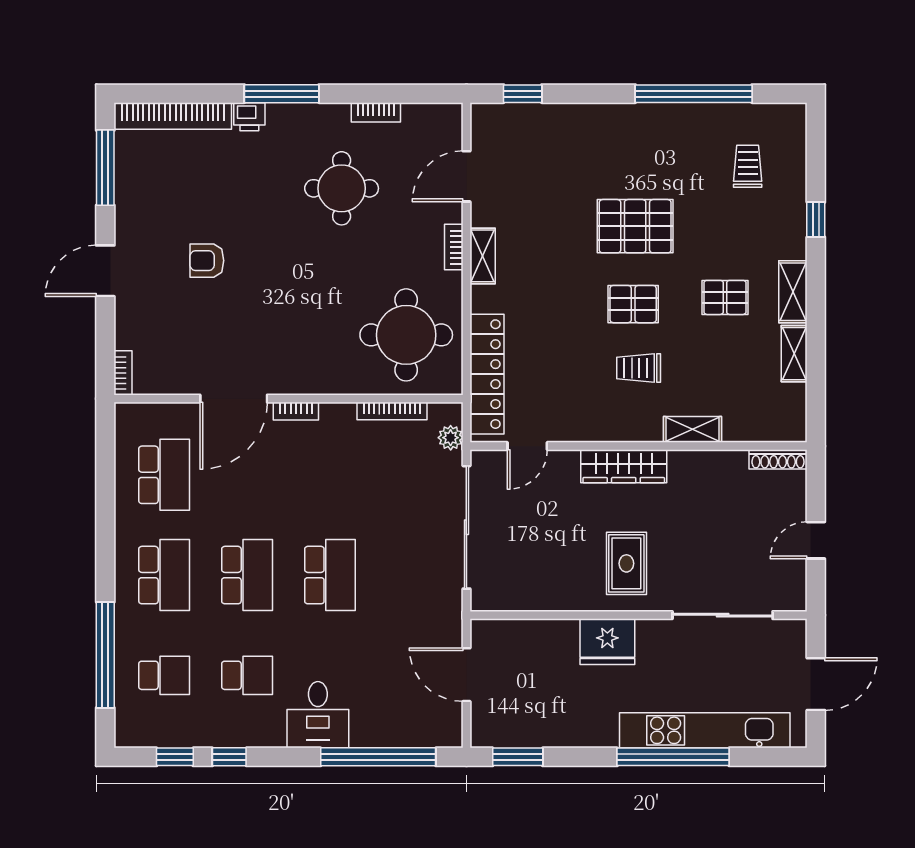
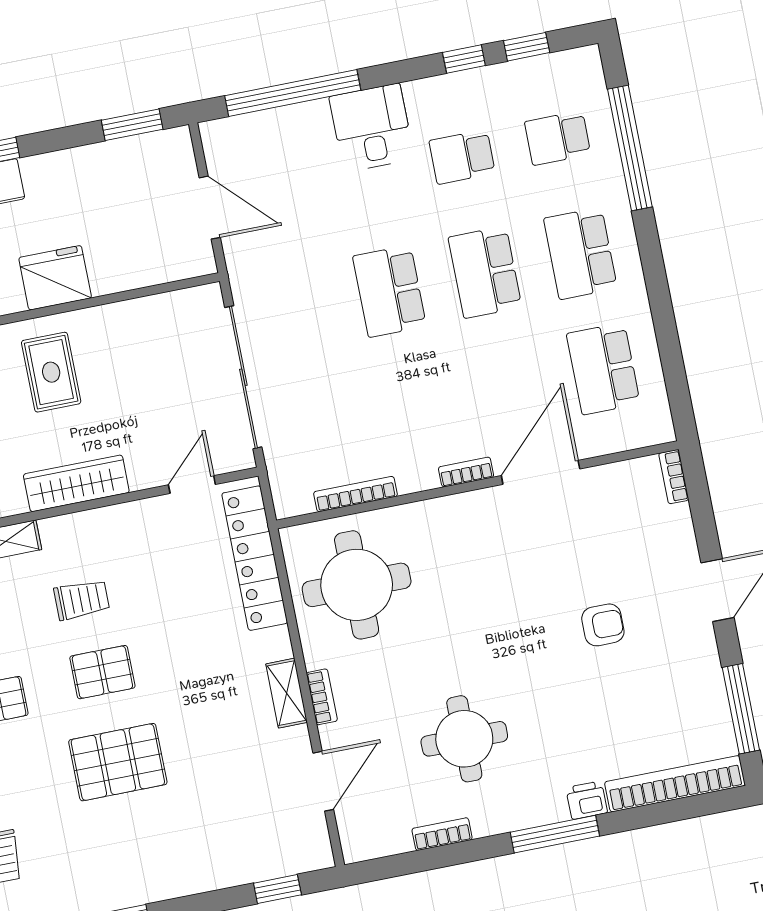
plant: (451, 438) -> (282, 477), removed

